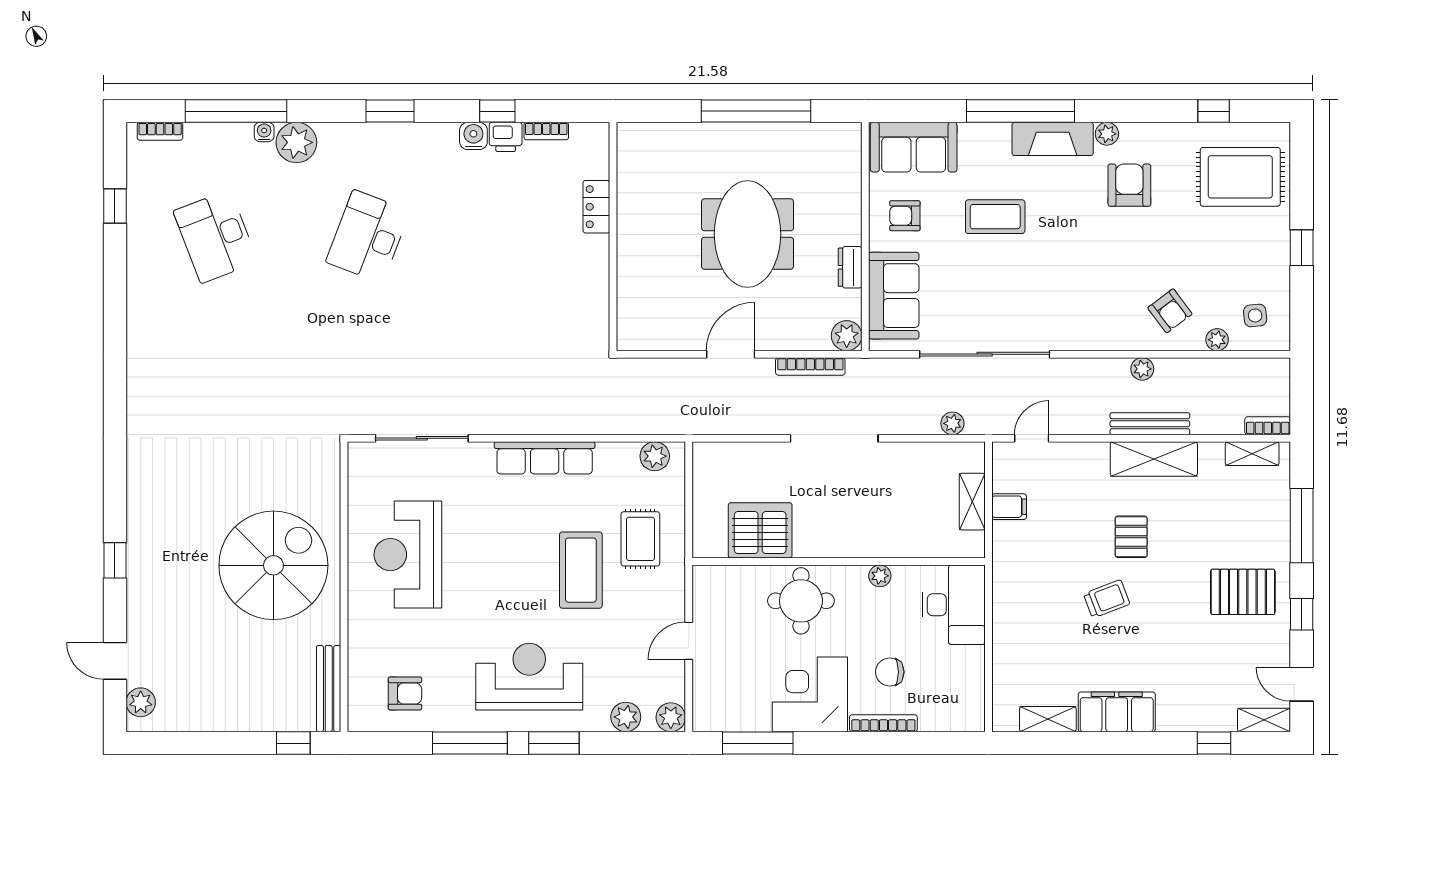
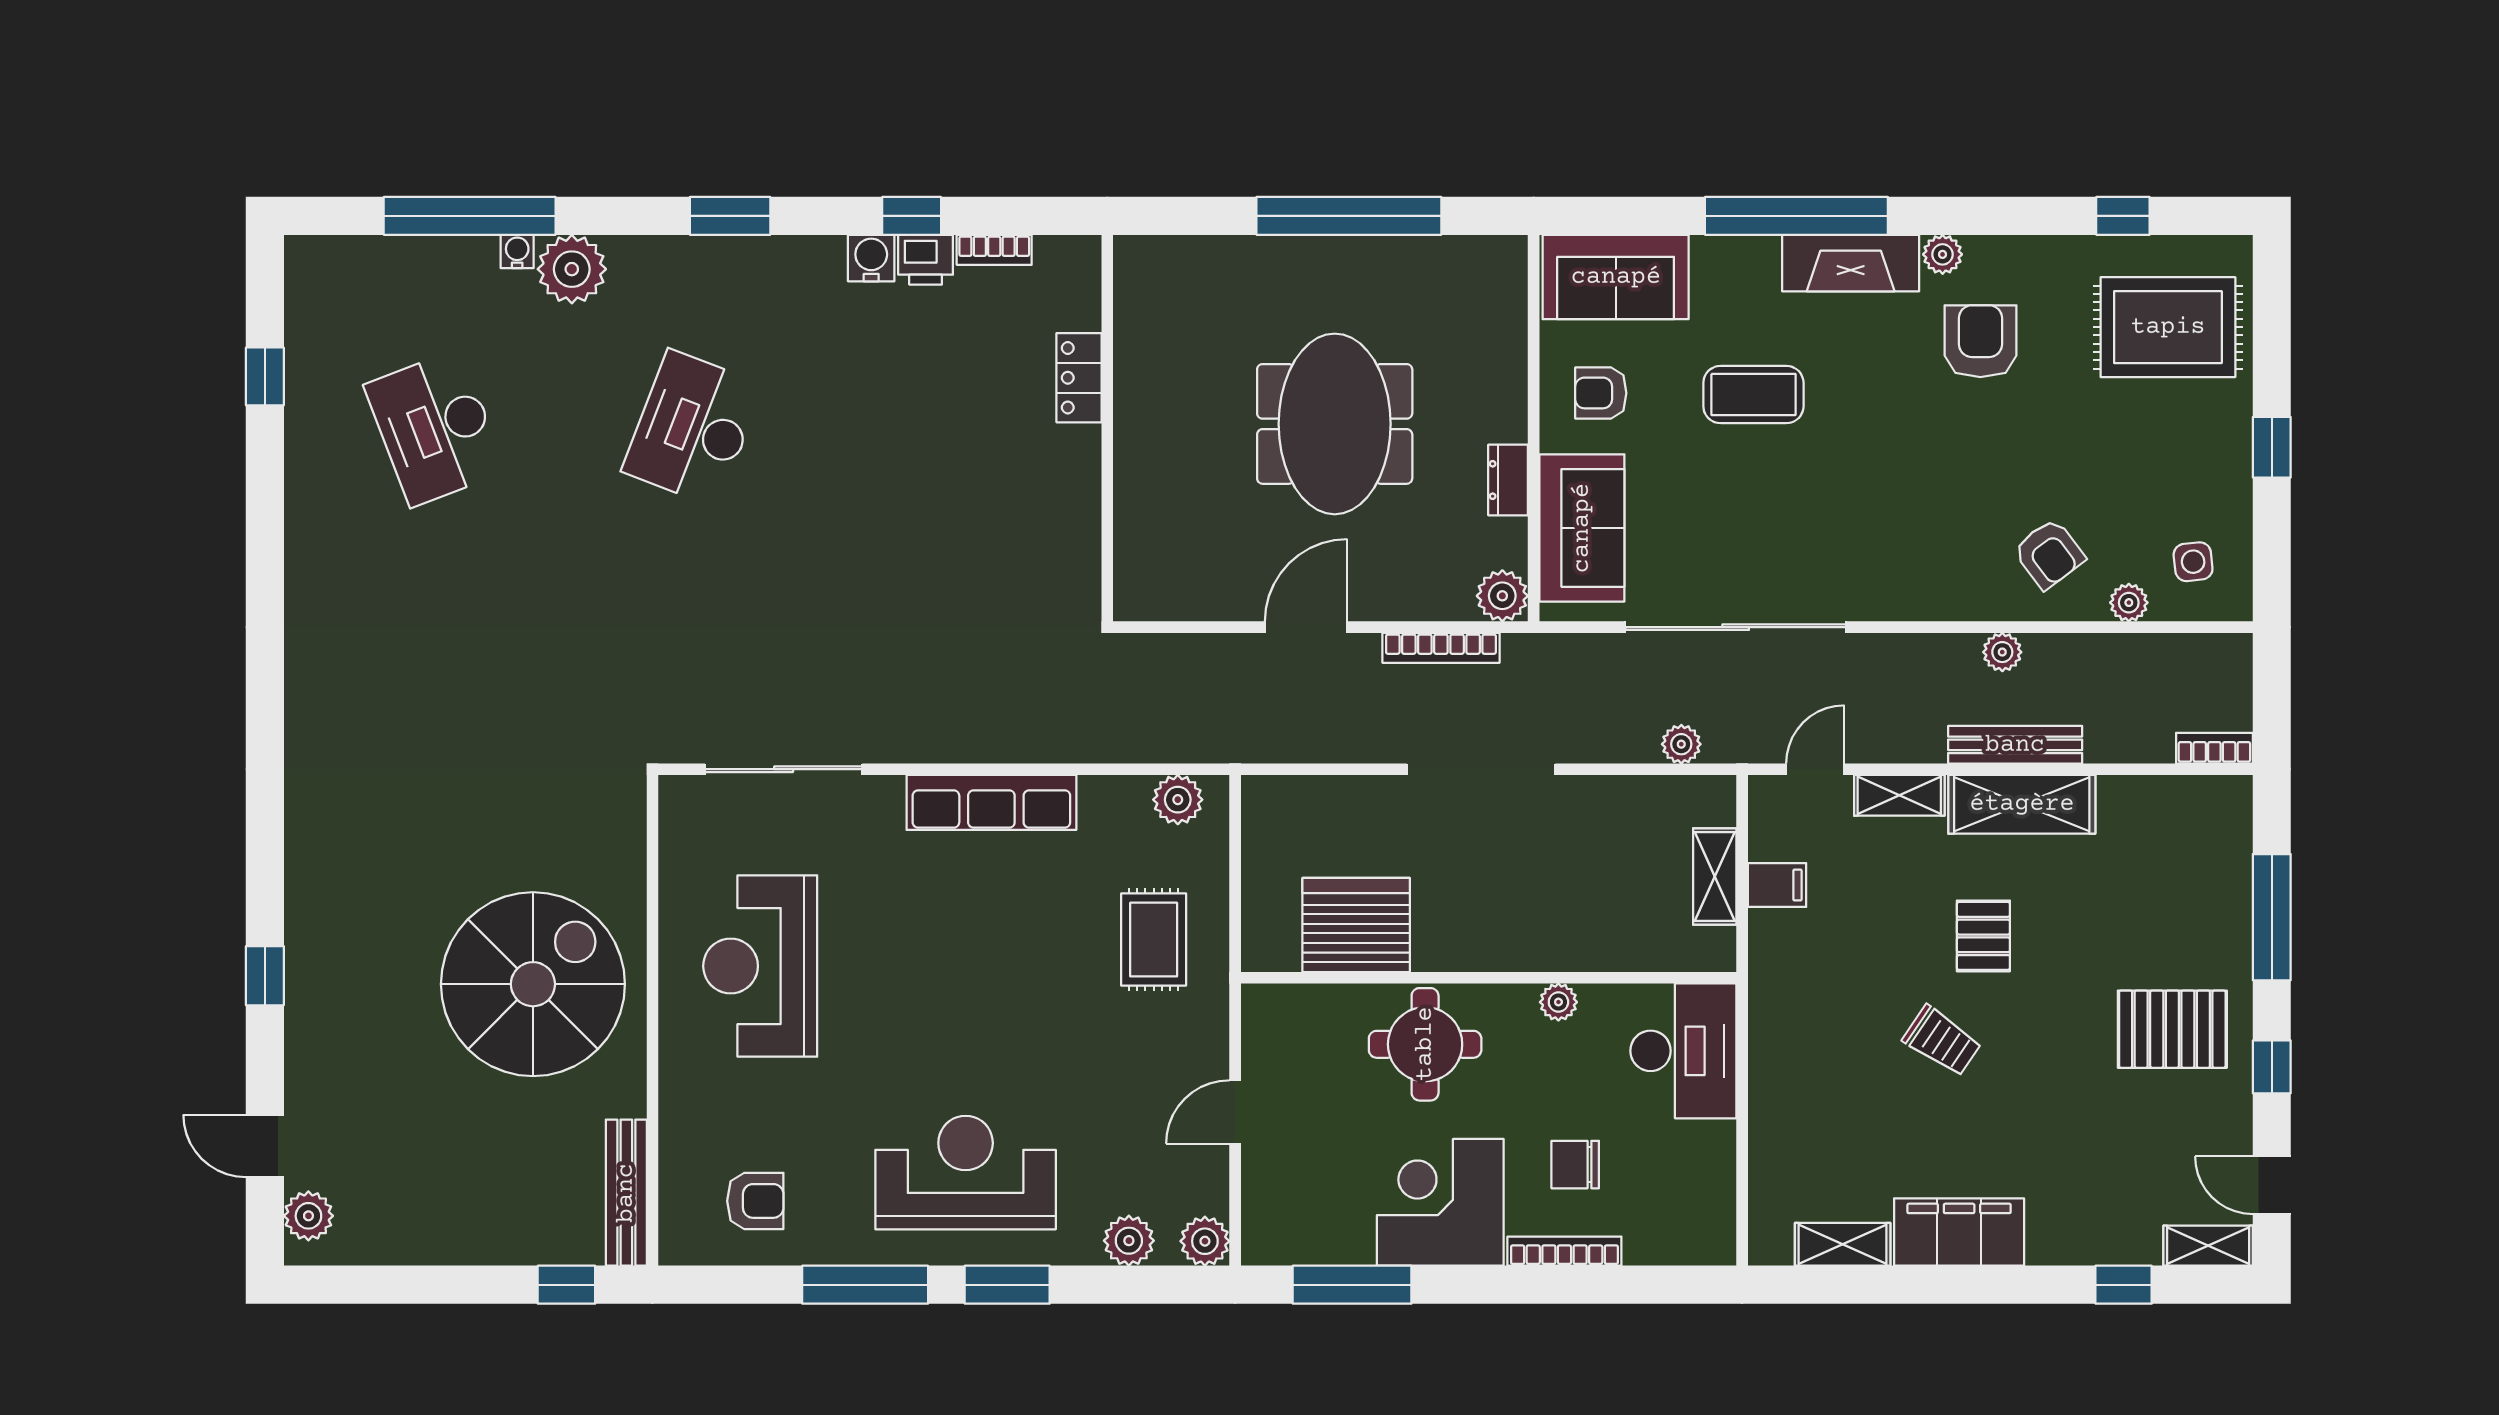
bookcase: (160, 131) -> (341, 250), removed
shelving: (1252, 454) -> (1899, 795), moved
coffee table: (581, 570) -> (1053, 992), removed
trolley: (1107, 599) -> (1942, 1041), turned 55

